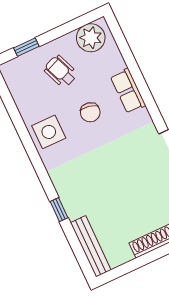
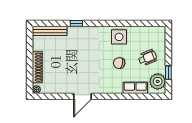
window: (26, 47) -> (168, 73), moved
row of seats: (128, 91) -> (135, 88), moved

